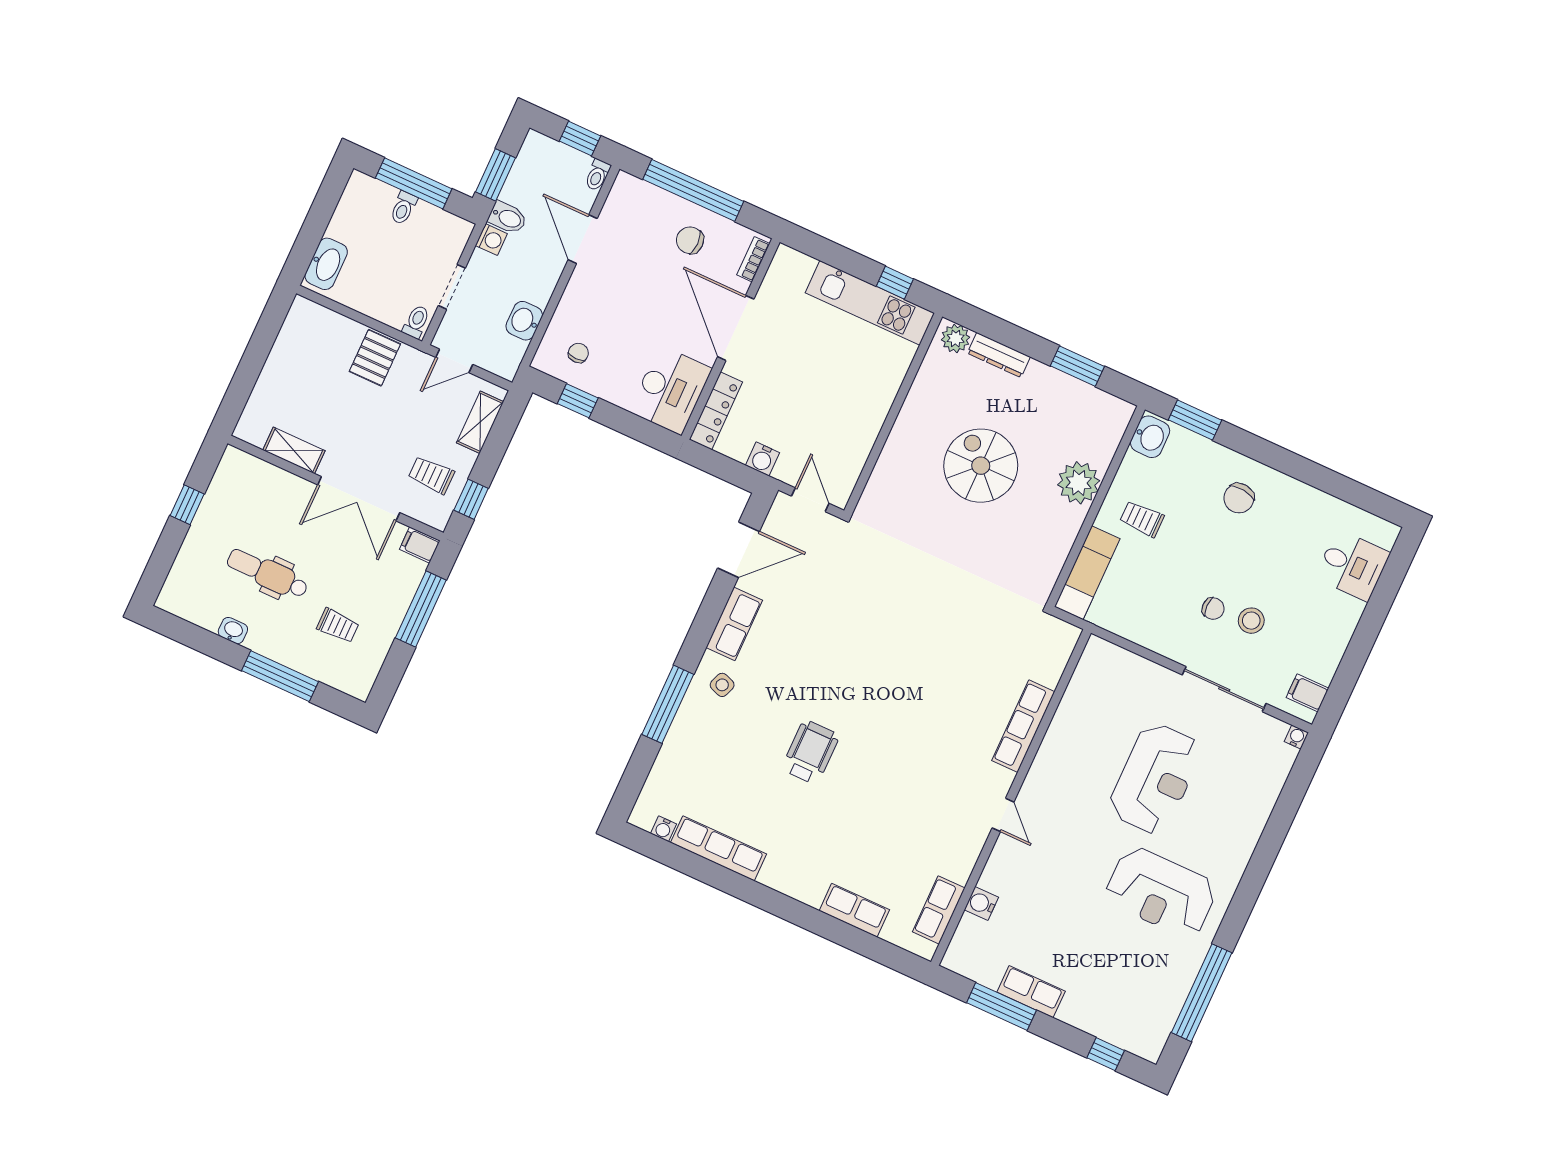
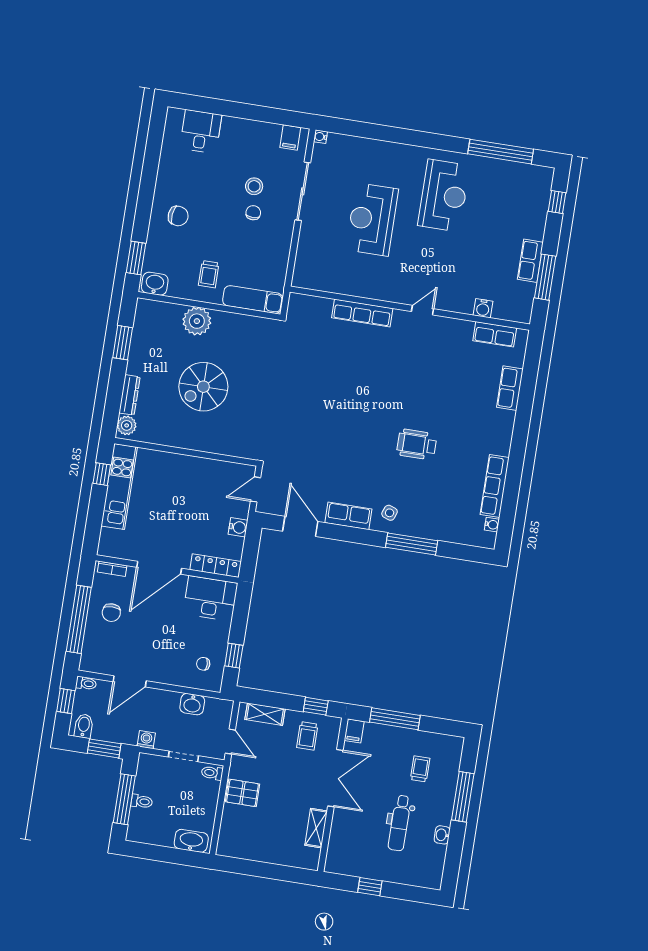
bidet: (508, 218) -> (84, 726), moved
reception desk: (1155, 779) -> (372, 219), turned -90

